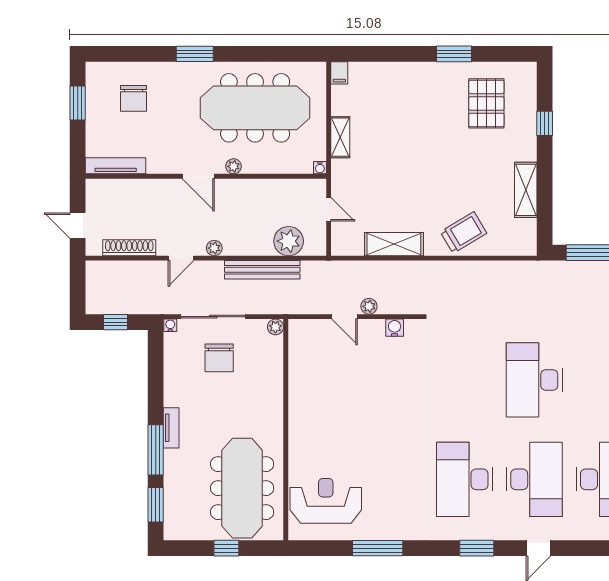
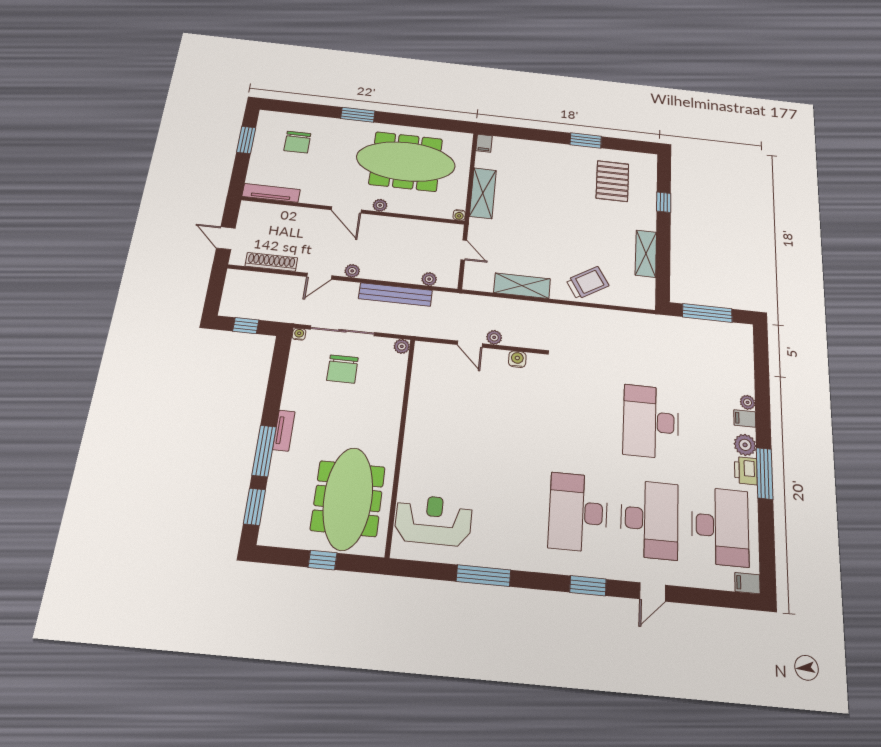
shelving: (340, 137) -> (483, 193), width x1.50, depth x1.33
plant: (289, 241) -> (429, 279), width x0.53, depth x0.53

